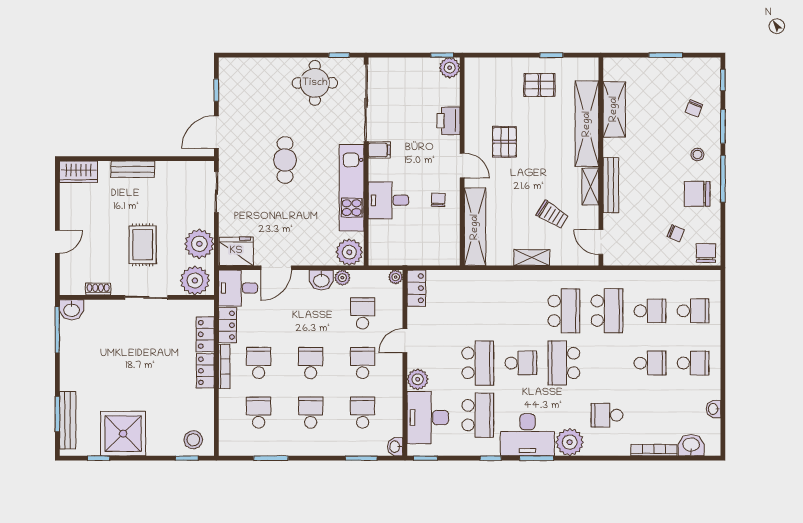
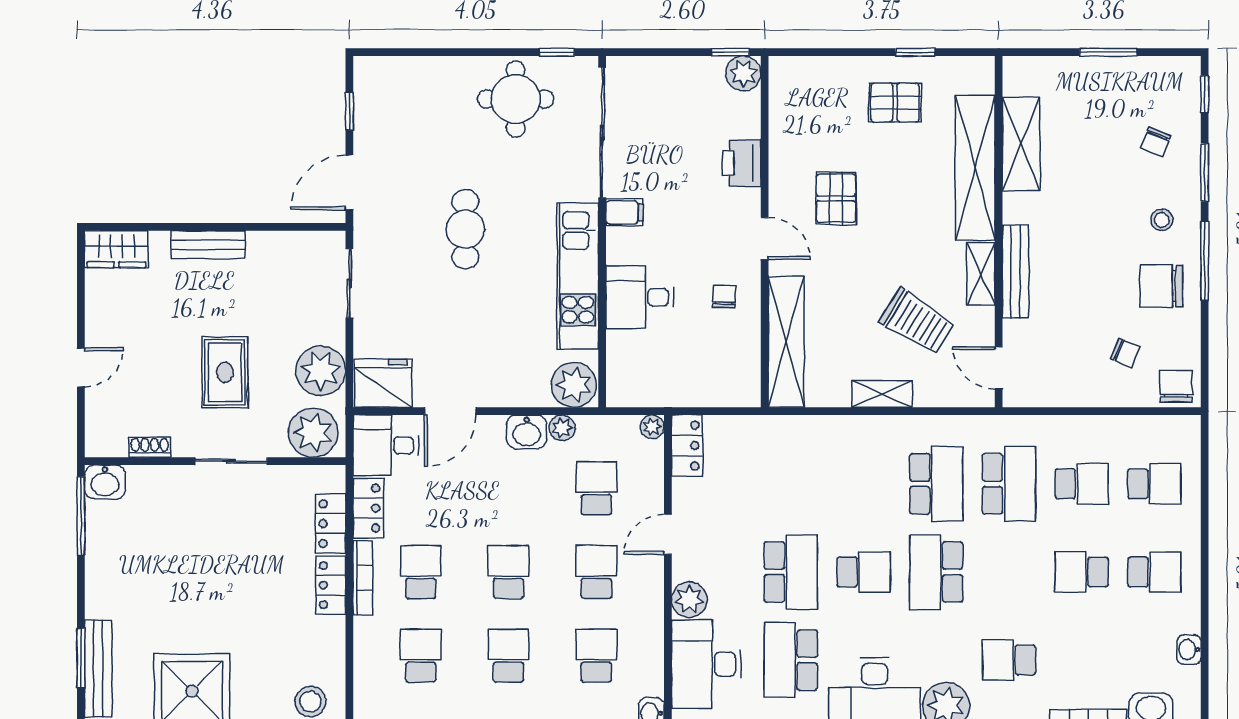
trolley: (552, 215) -> (917, 322), width x1.36, depth x1.39
school desk: (650, 363) -> (1082, 572), turned 180
school desk: (478, 415) -> (791, 660), turned 180

